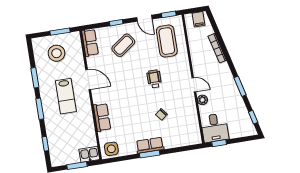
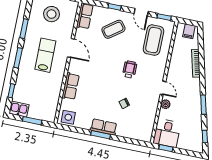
lab bench: (66, 96) -> (45, 55), turned 180
kitchen sink: (89, 154) -> (19, 109), moved

